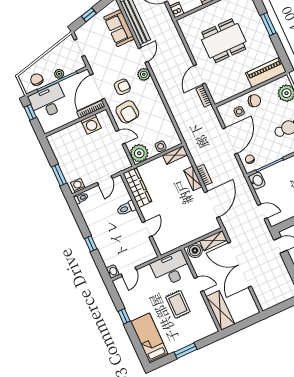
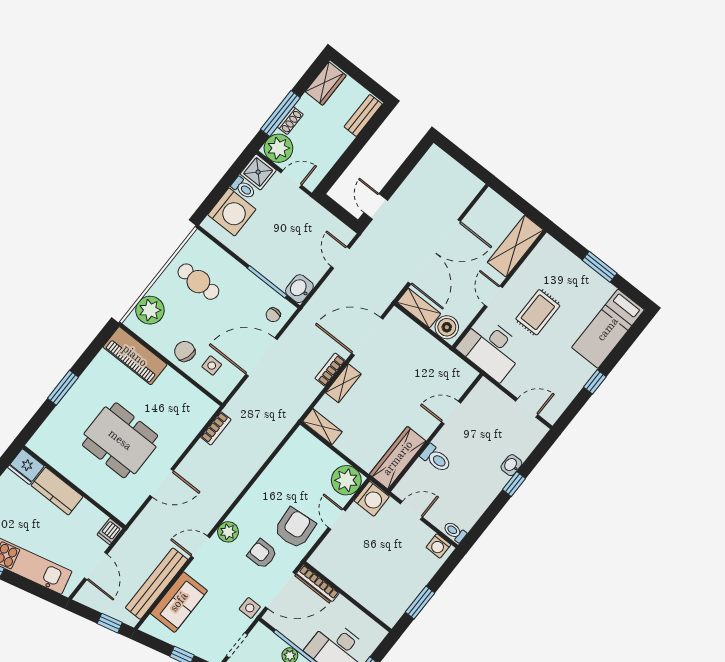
door: (199, 75) -> (162, 483), moved
washing machine: (91, 124) -> (372, 499), moved, turned 90
side table: (161, 146) -> (250, 608), moved
window: (59, 175) -> (420, 602), moved
washbasin: (113, 271) -> (511, 465), moved

